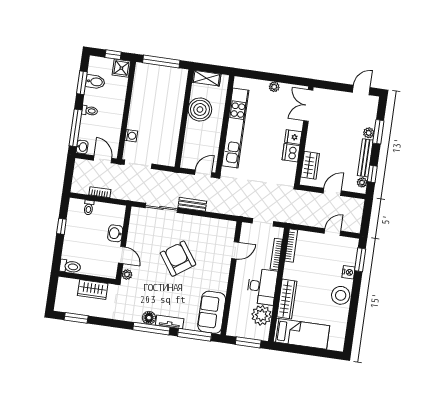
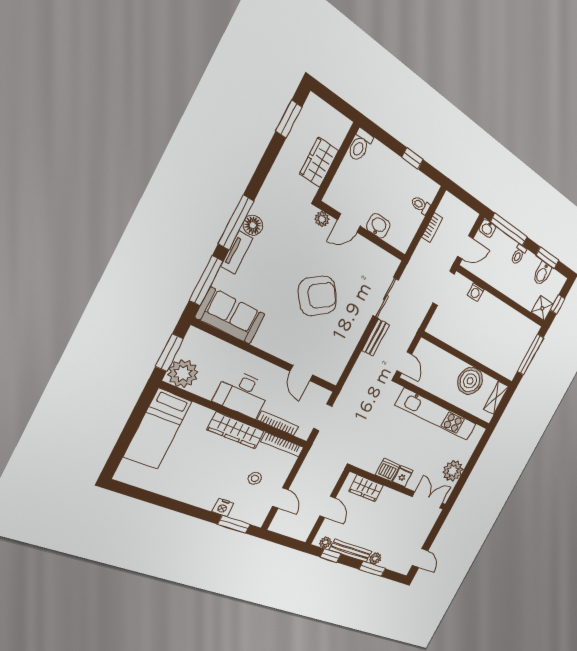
plant: (274, 87) -> (453, 471), width x1.88, depth x1.88
stool: (341, 295) -> (255, 478), moved, width x0.53, depth x0.53
wardrobe: (287, 299) -> (236, 430), moved
plant: (261, 315) -> (183, 374), moved

